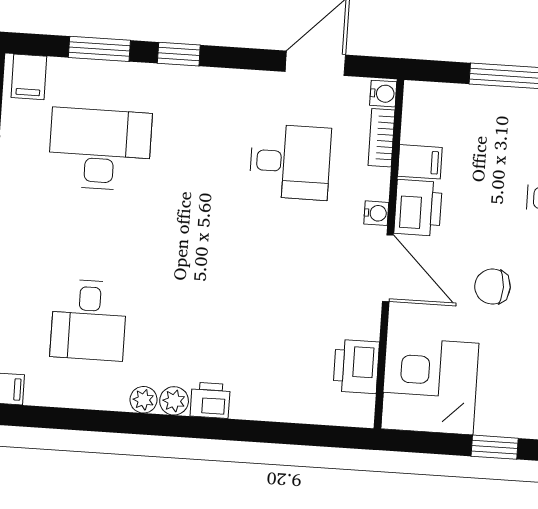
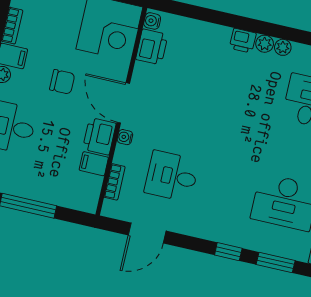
water cooler: (383, 94) -> (152, 21), moved

